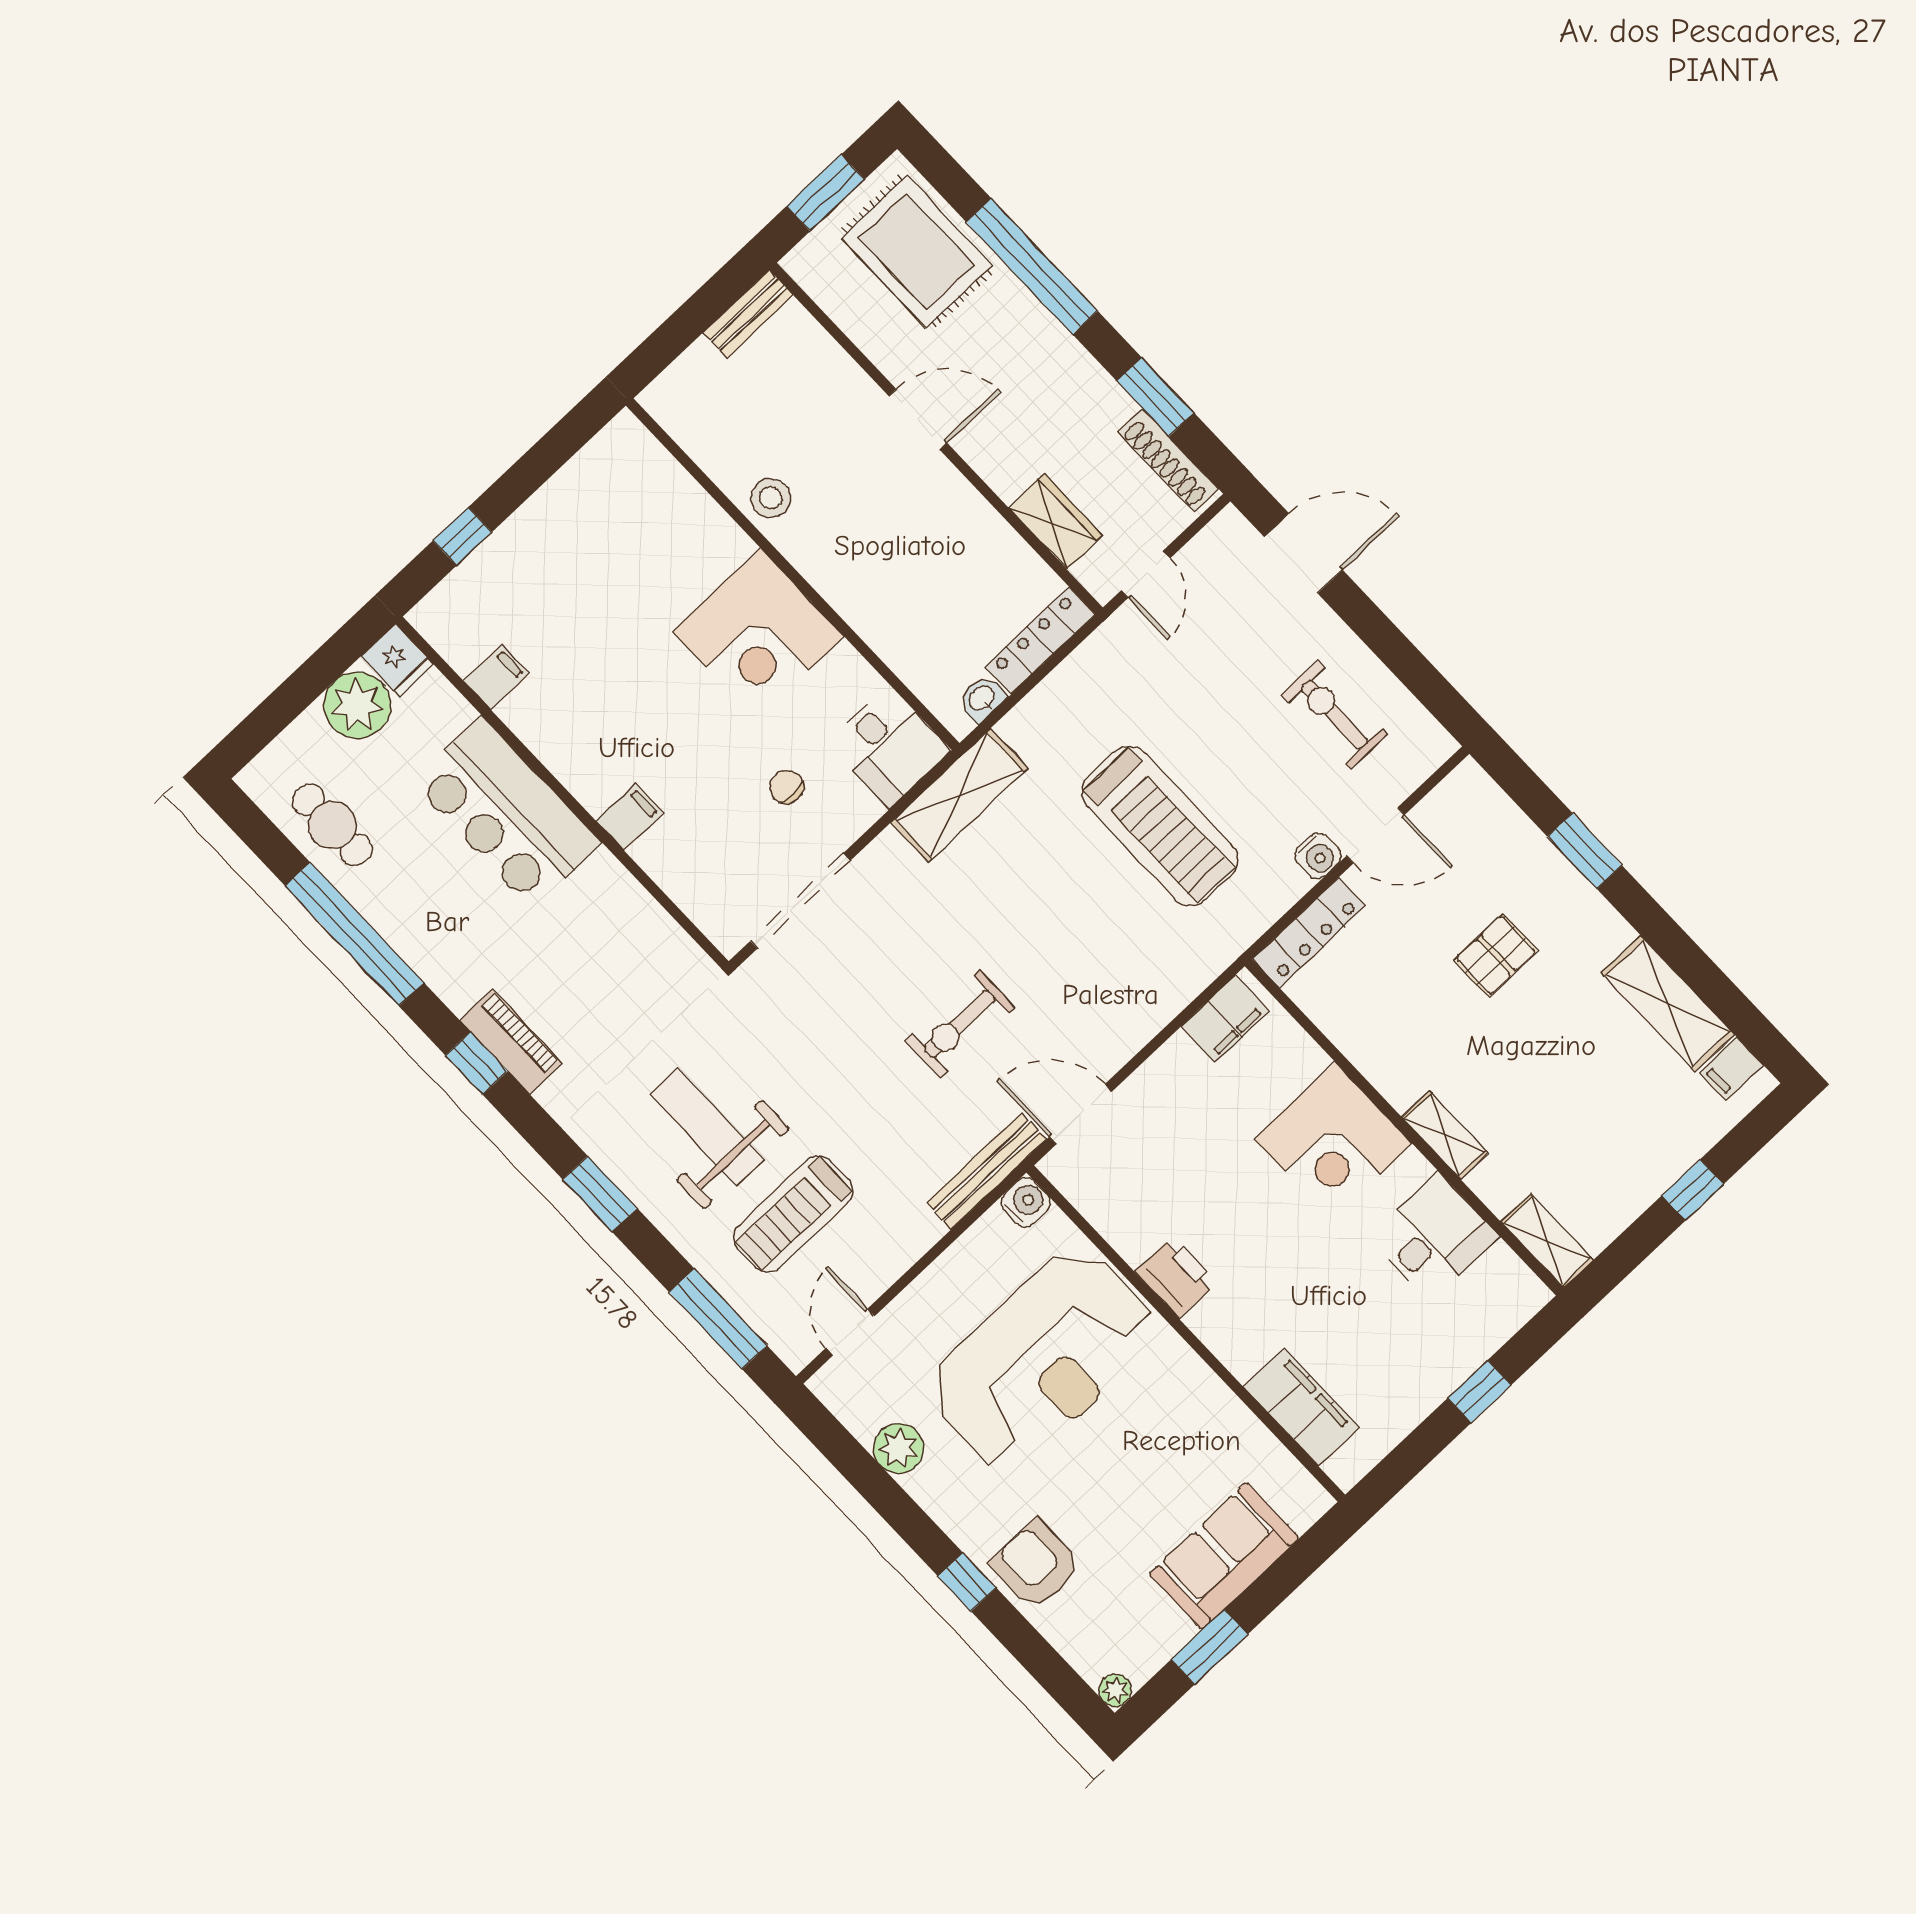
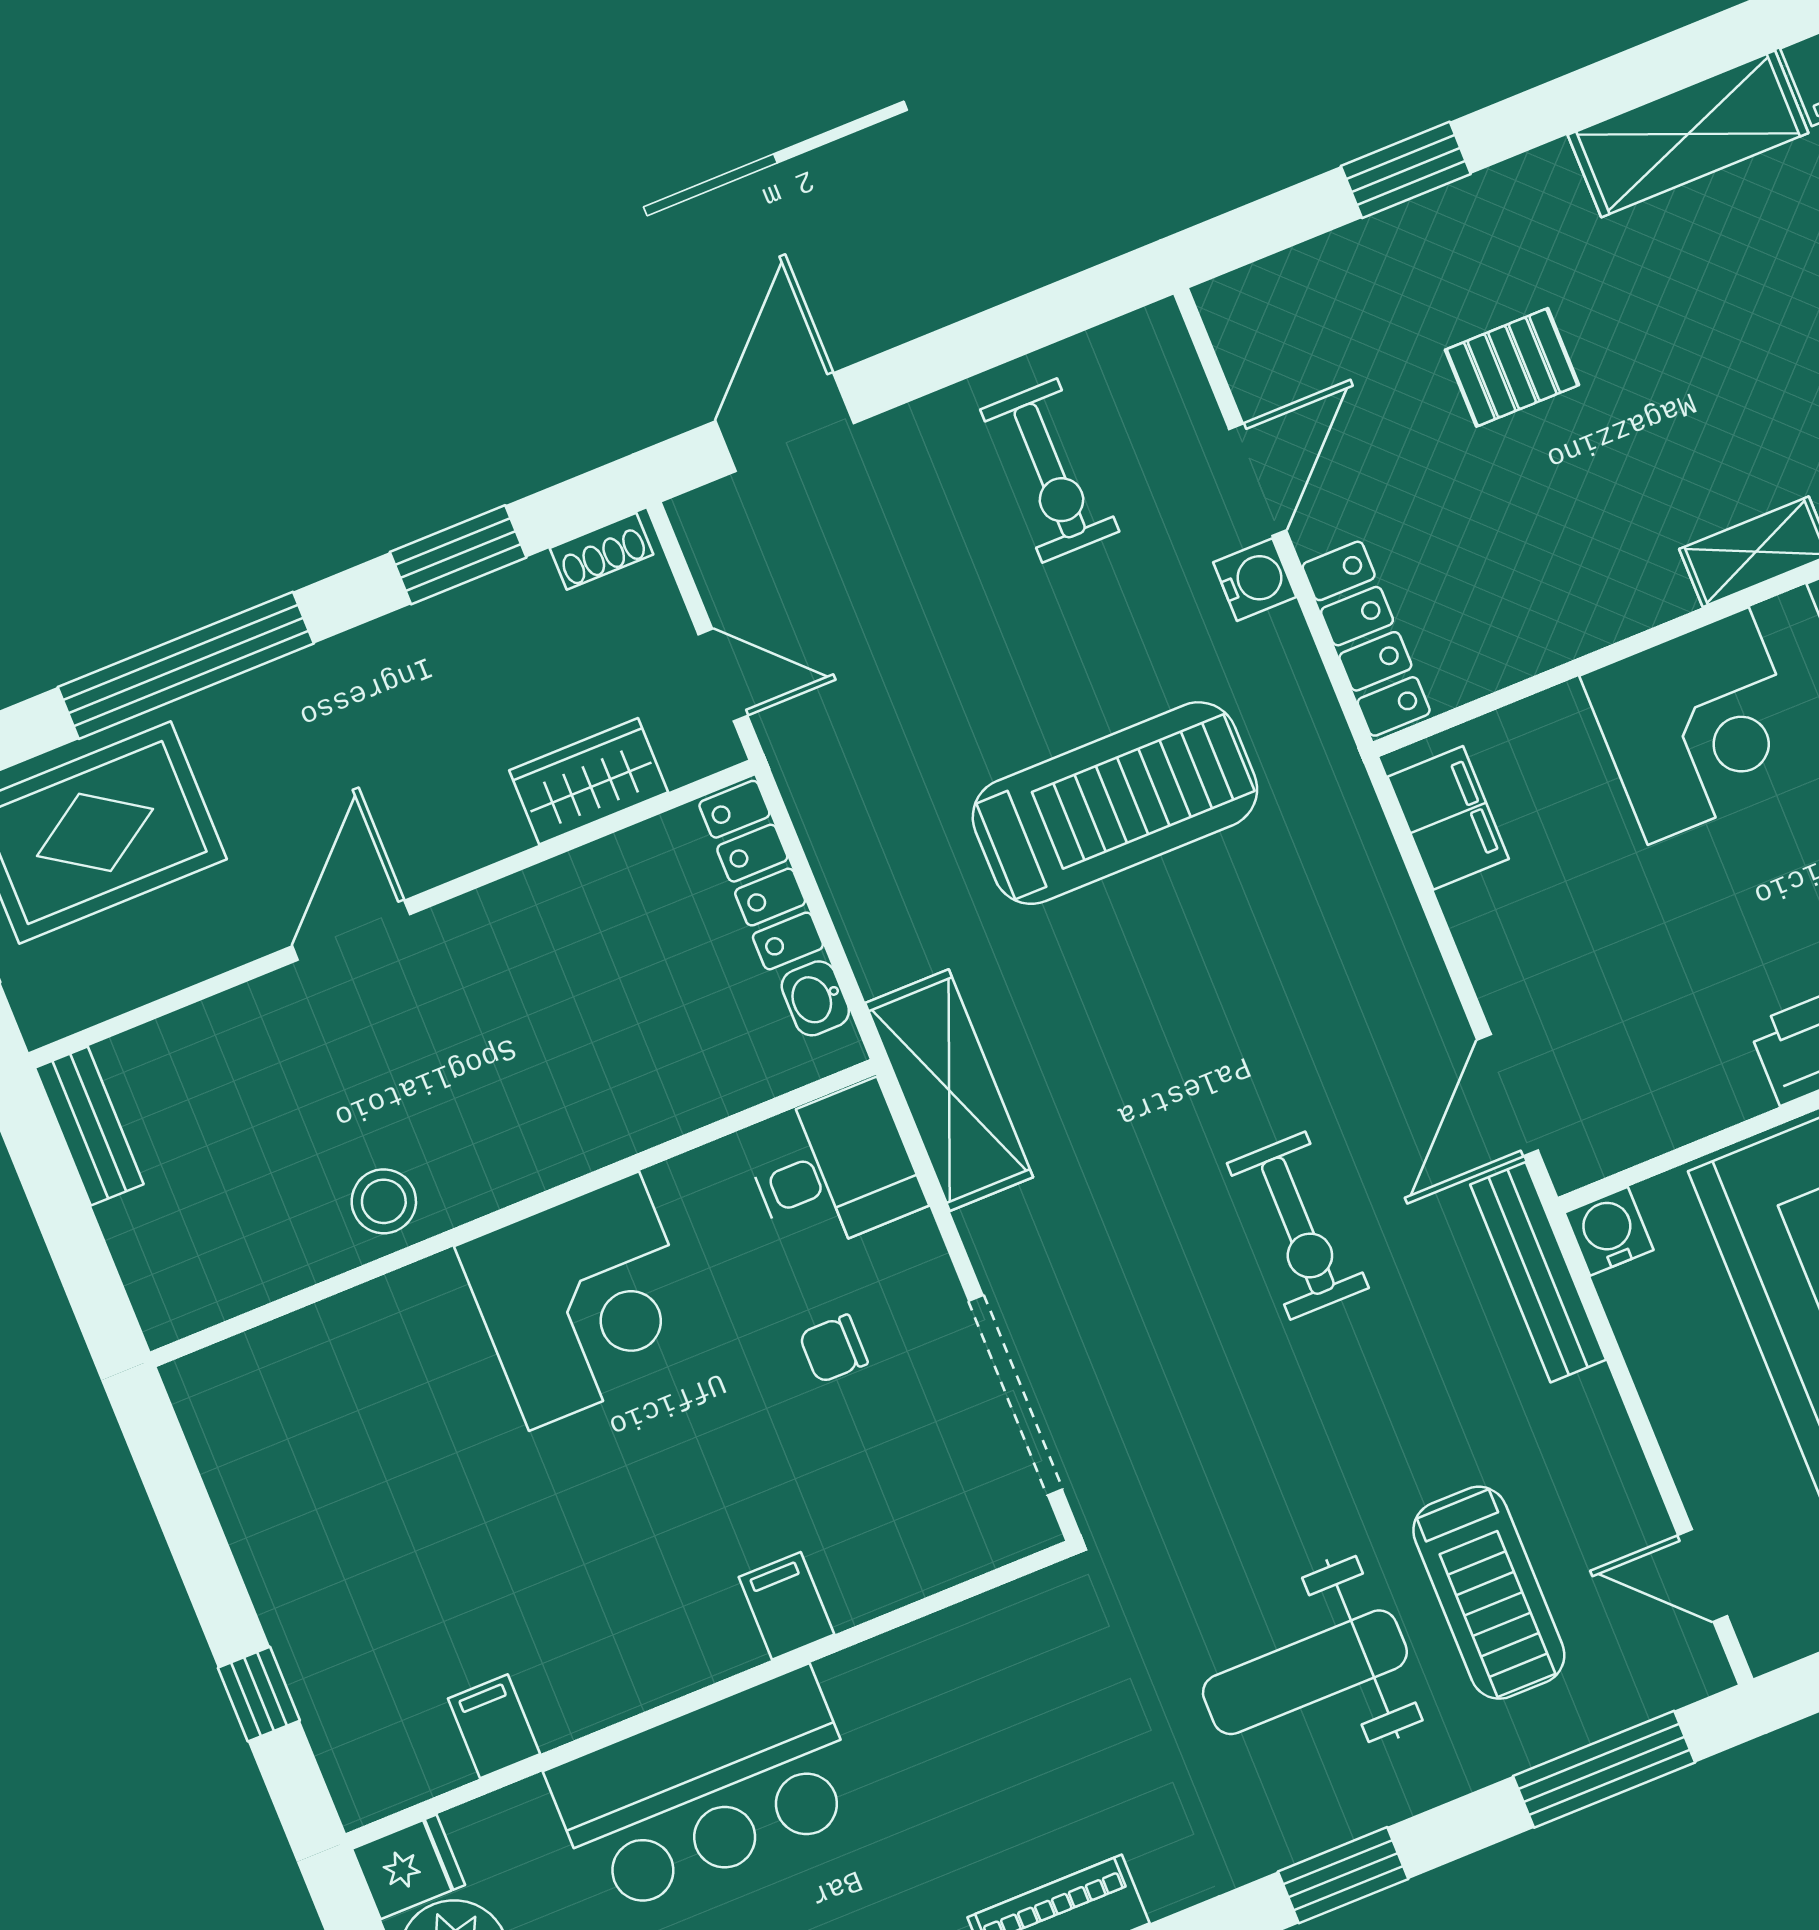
shoe rack: (1168, 460) -> (601, 551), width x0.51, depth x0.81
exercise bike: (1335, 715) -> (1050, 471), turned -90
pallet: (1496, 955) -> (1512, 367), turned 90

